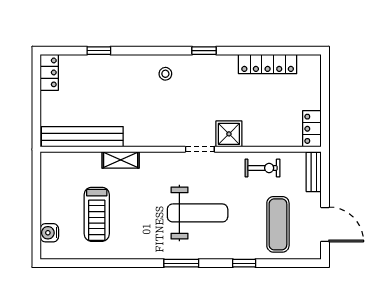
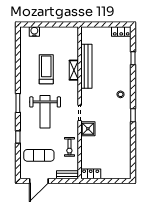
locker: (268, 64) -> (126, 150), removed
bench: (82, 137) -> (86, 66), moved
treadmill: (97, 214) -> (46, 69), moved, turned 90

